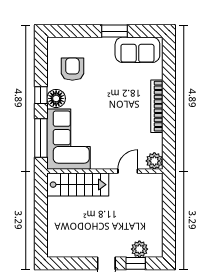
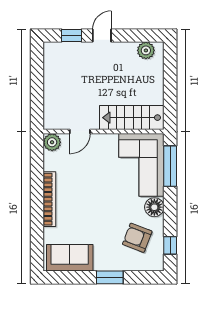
window: (114, 31) -> (110, 277), moved
armchair: (72, 69) -> (137, 238), turned 111
window: (41, 95) -> (170, 245), moved
plant: (139, 249) -> (146, 50), moved

